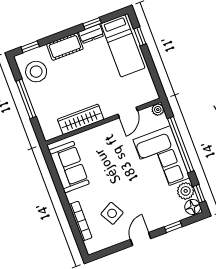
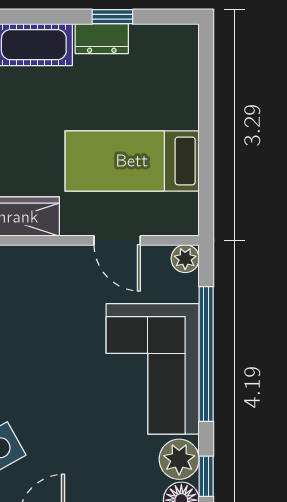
window: (140, 36) -> (206, 84), removed
bed: (123, 46) -> (132, 161), moved, turned 90
door: (128, 113) -> (117, 240), hinge flipped

